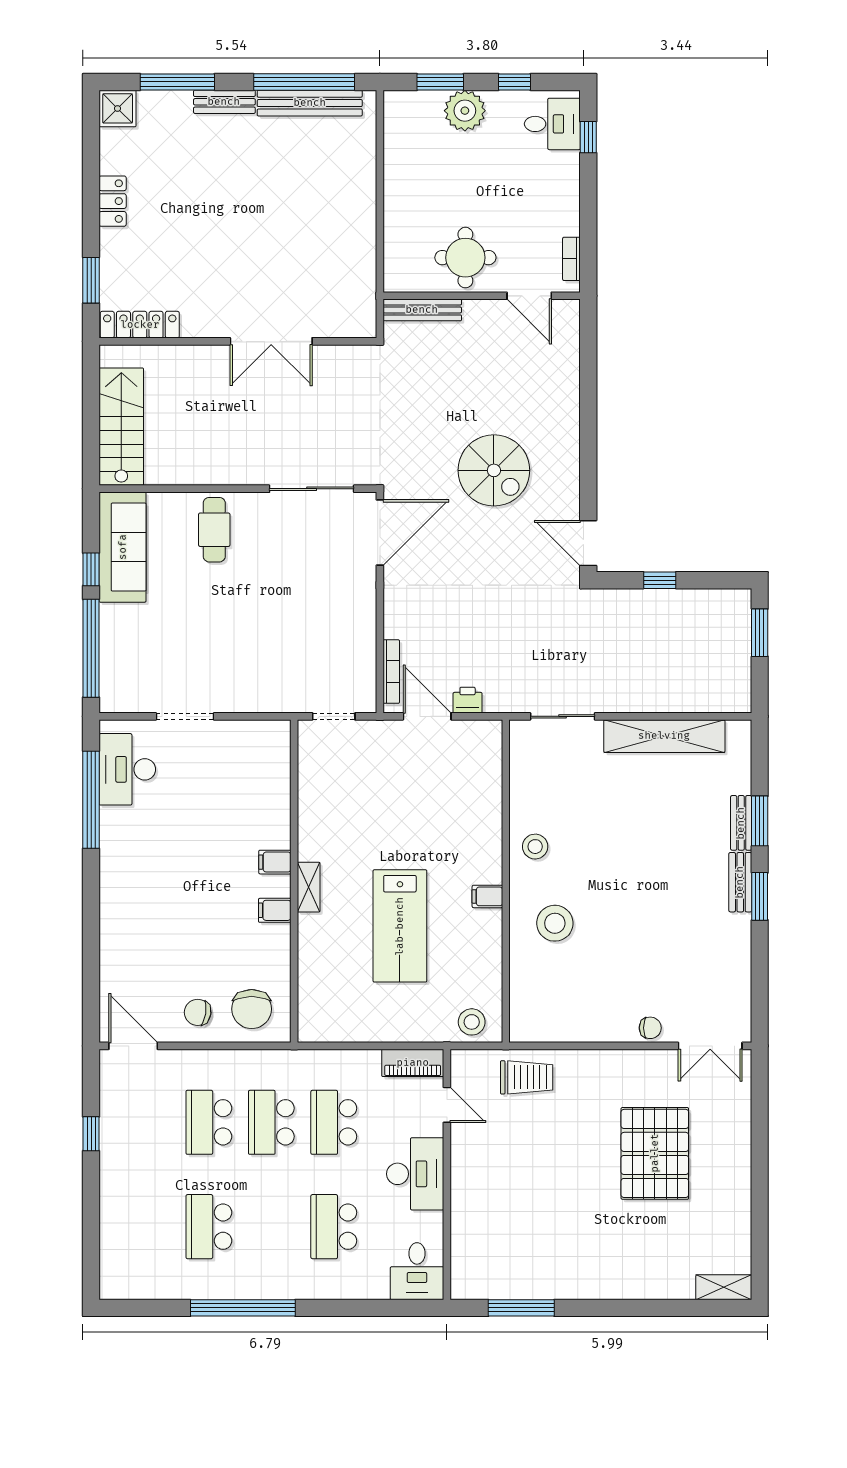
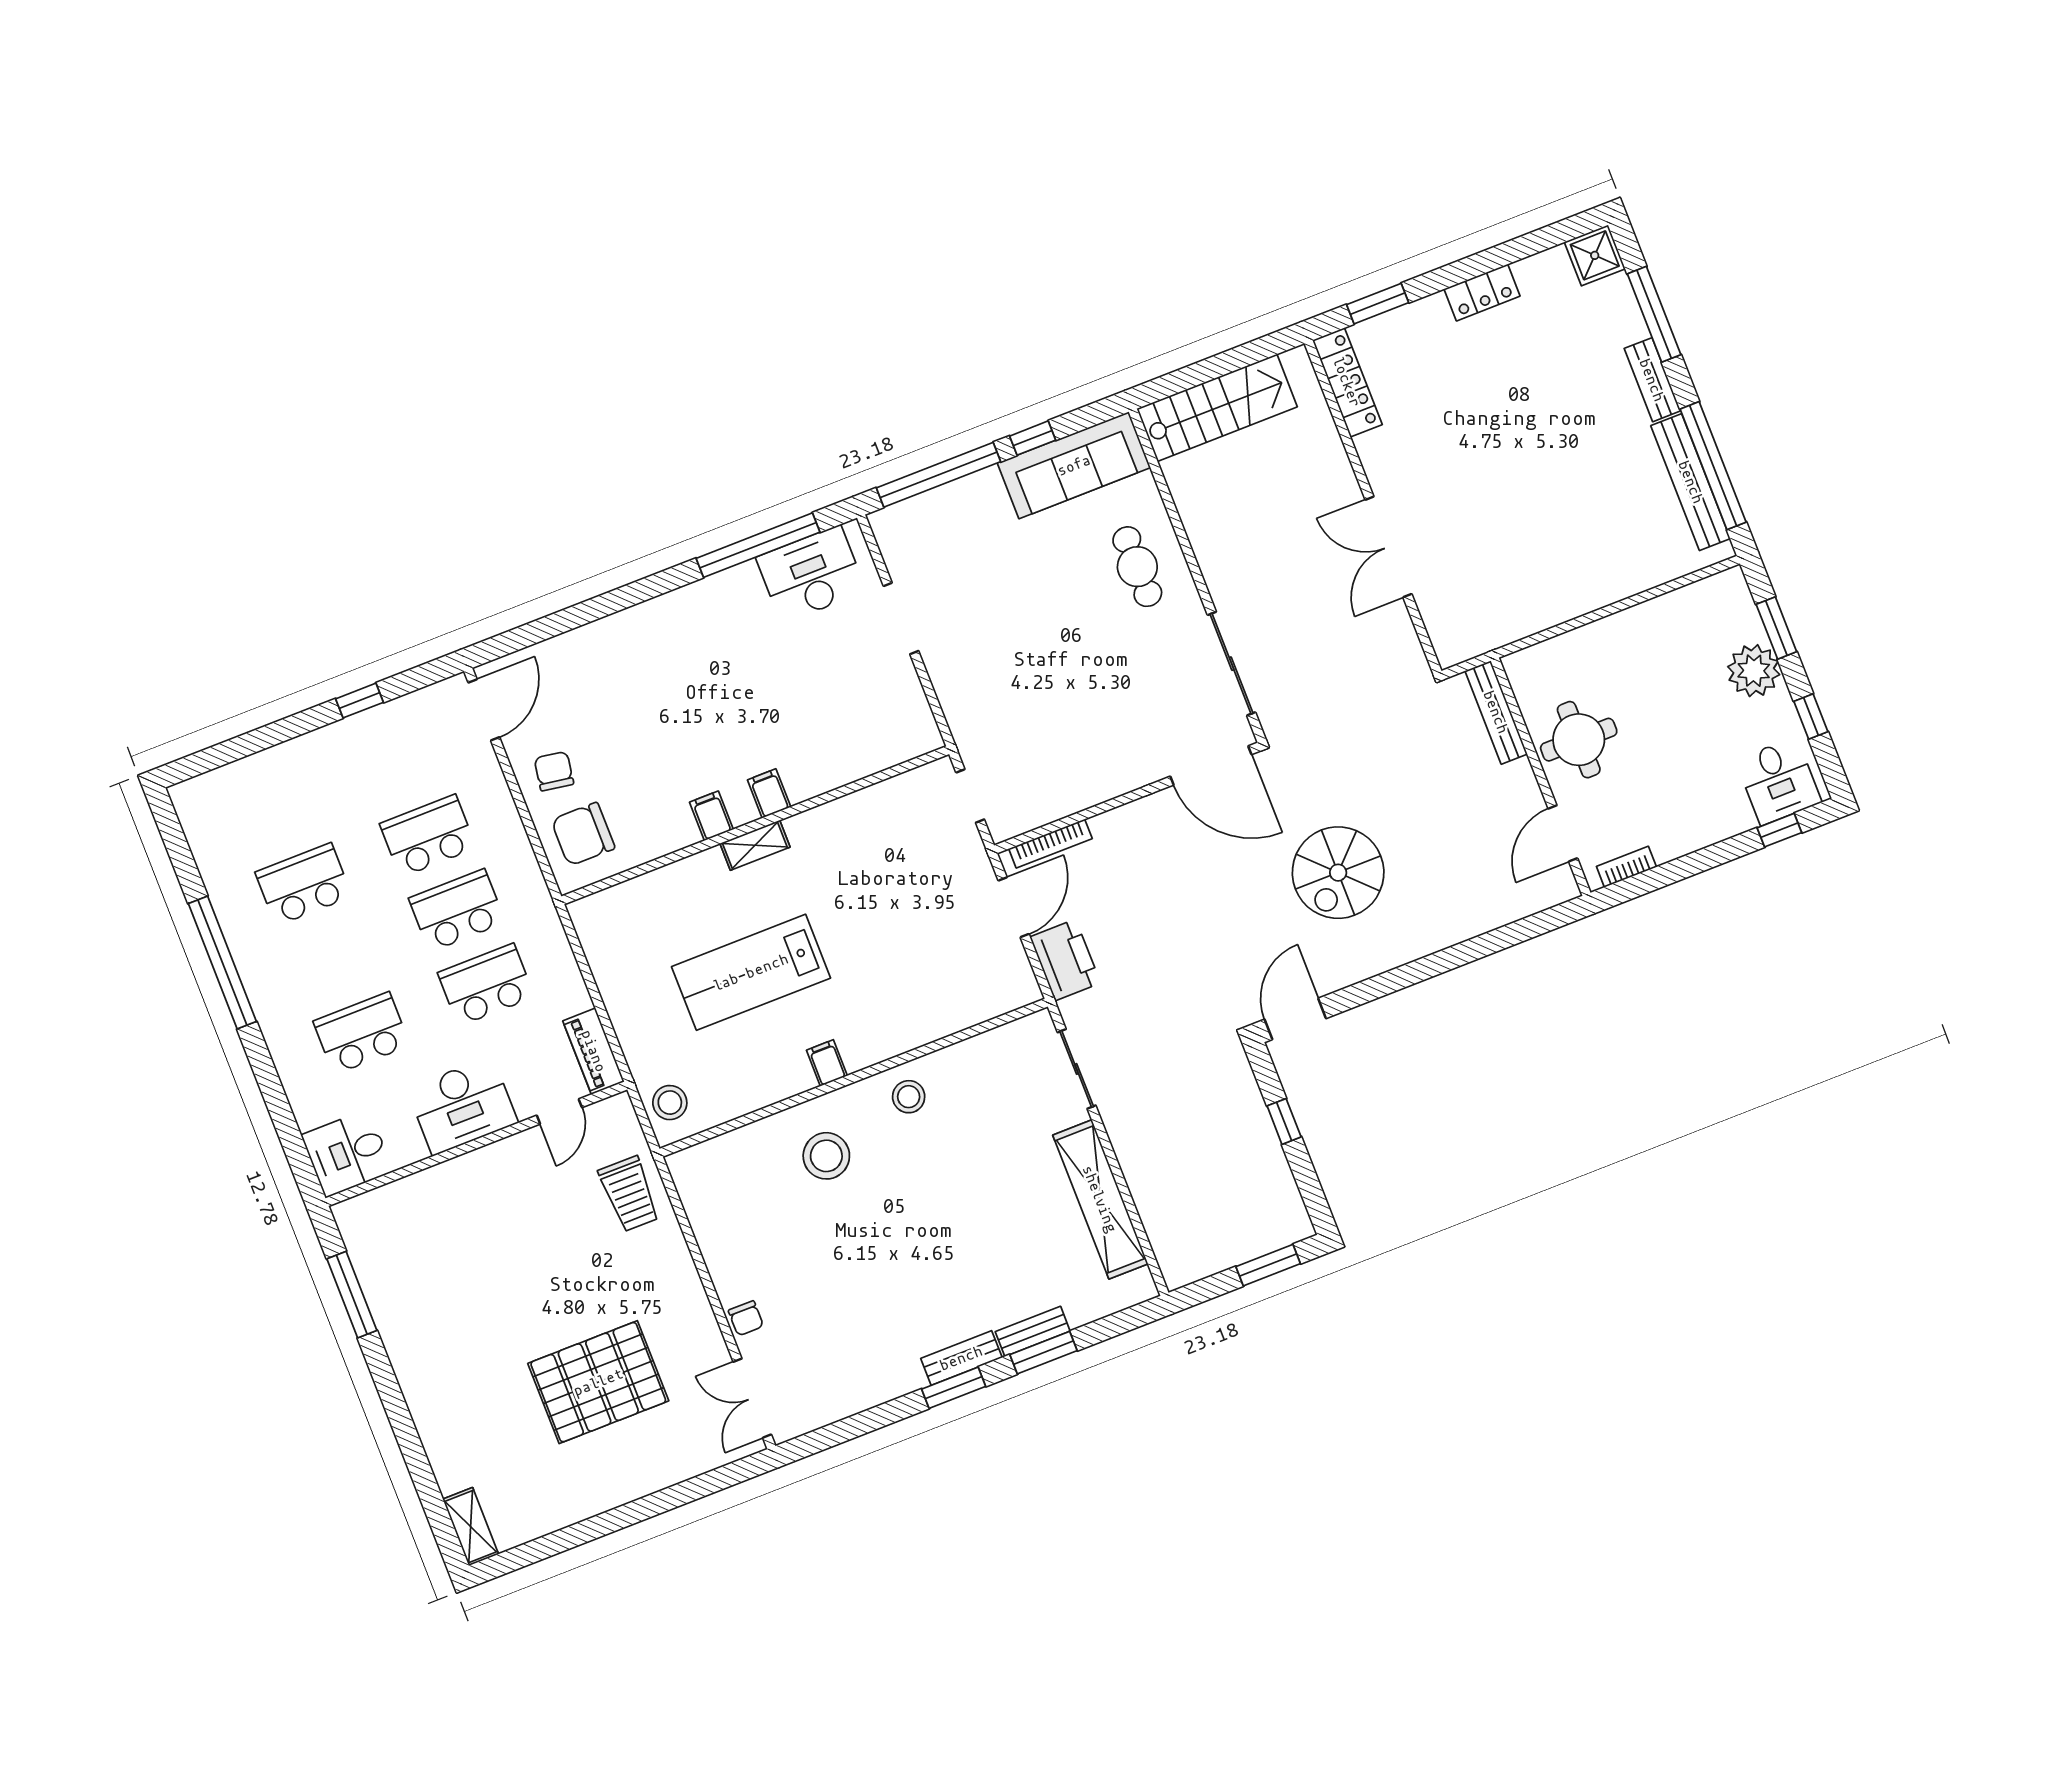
cafe table: (214, 530) -> (1137, 567), turned 90
printer: (468, 700) -> (1065, 960), width x1.87, depth x1.48

